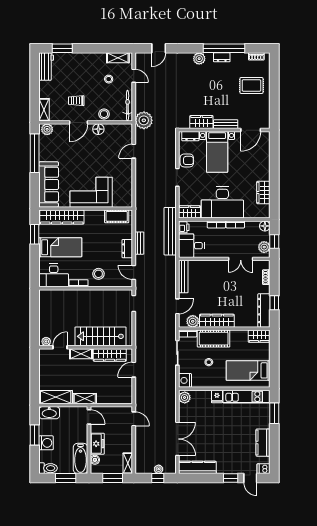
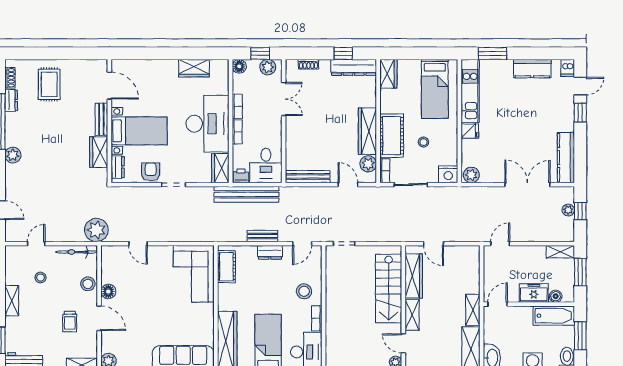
dresser: (222, 57) -> (11, 100), moved
shelving: (118, 58) -> (12, 301), moved
corner sofa: (91, 192) -> (194, 274), moved

